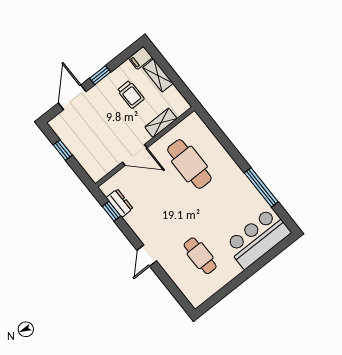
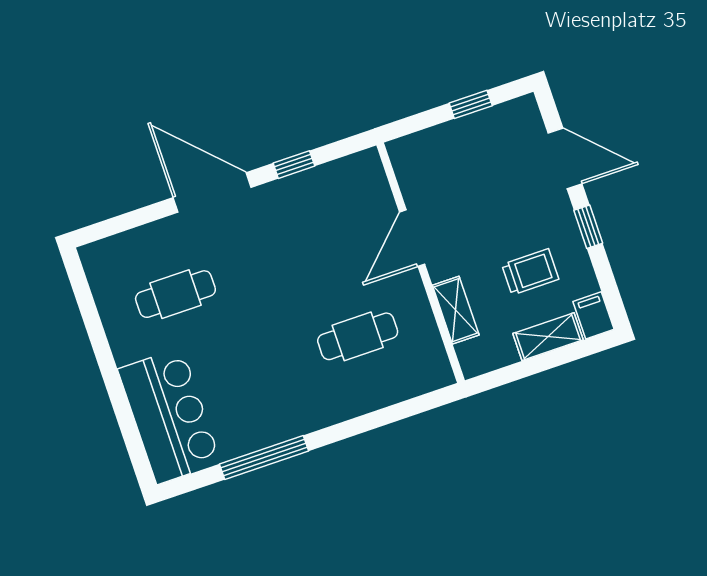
trolley: (131, 95) -> (530, 272), turned 180
cafe table: (189, 164) -> (358, 336), width x0.73, depth x0.74
dresser: (120, 203) -> (331, 176), removed
window: (111, 211) -> (294, 165), moved
door: (147, 256) -> (212, 192), width x1.88

